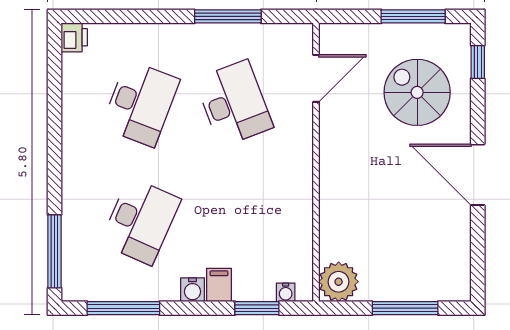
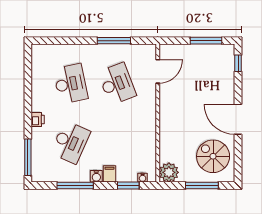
printer: (74, 37) -> (38, 120), moved
spiral stairs: (417, 92) -> (213, 156), moved
desk: (141, 103) -> (71, 84), turned -33
window: (123, 308) -> (75, 185), moved

